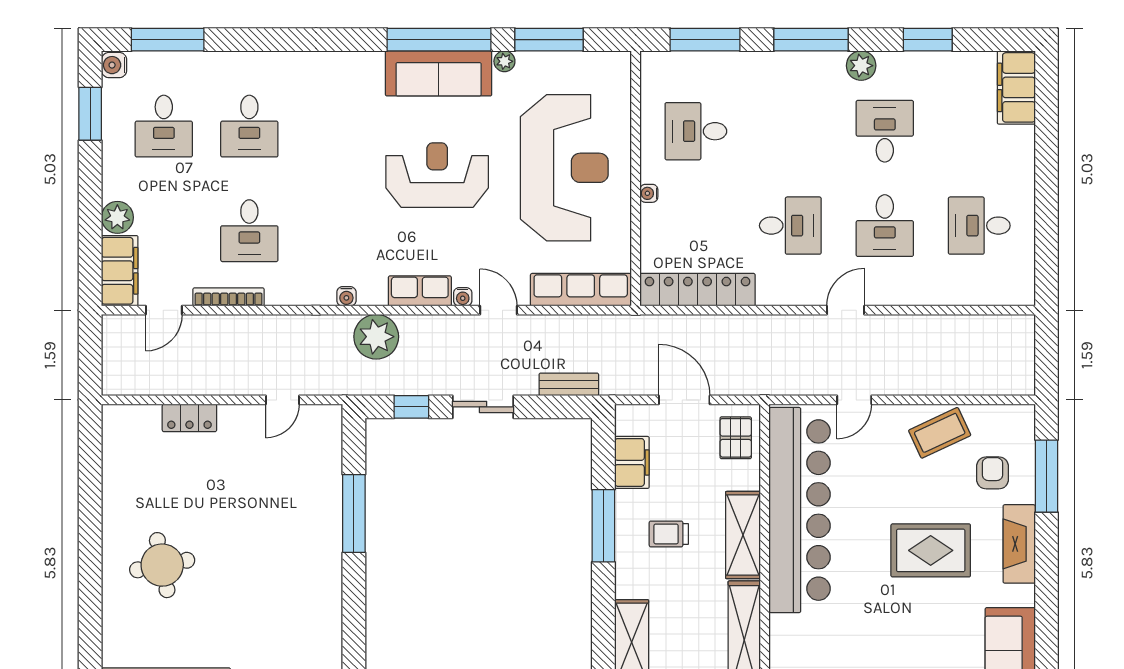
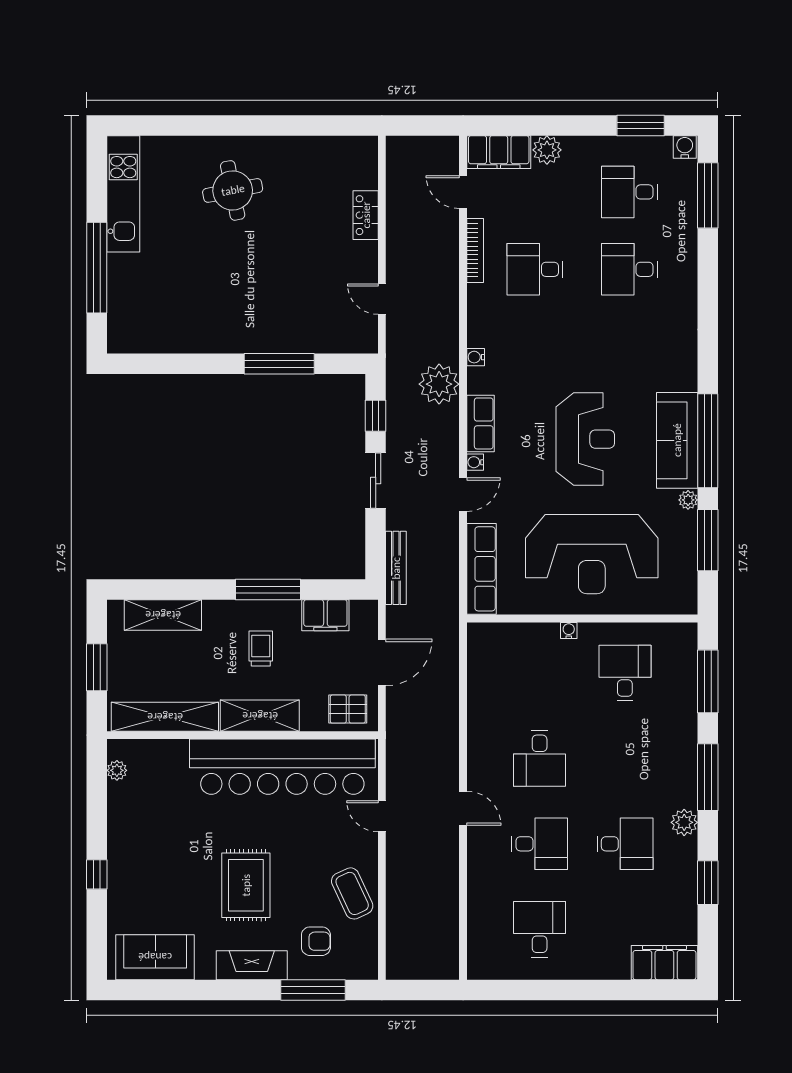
desk: (885, 226) -> (540, 844), turned 180
locker: (697, 290) -> (482, 674), removed
bench: (569, 384) -> (396, 568), width x1.36

